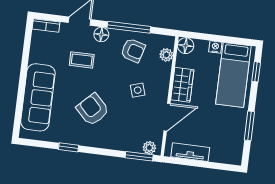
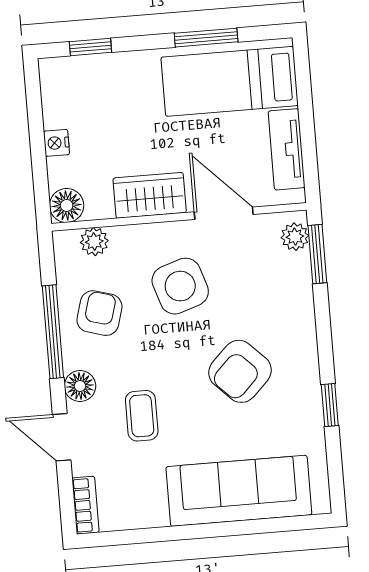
bed: (233, 75) -> (230, 81), moved, turned 180
side table: (138, 90) -> (180, 286), width x1.87, depth x1.87

